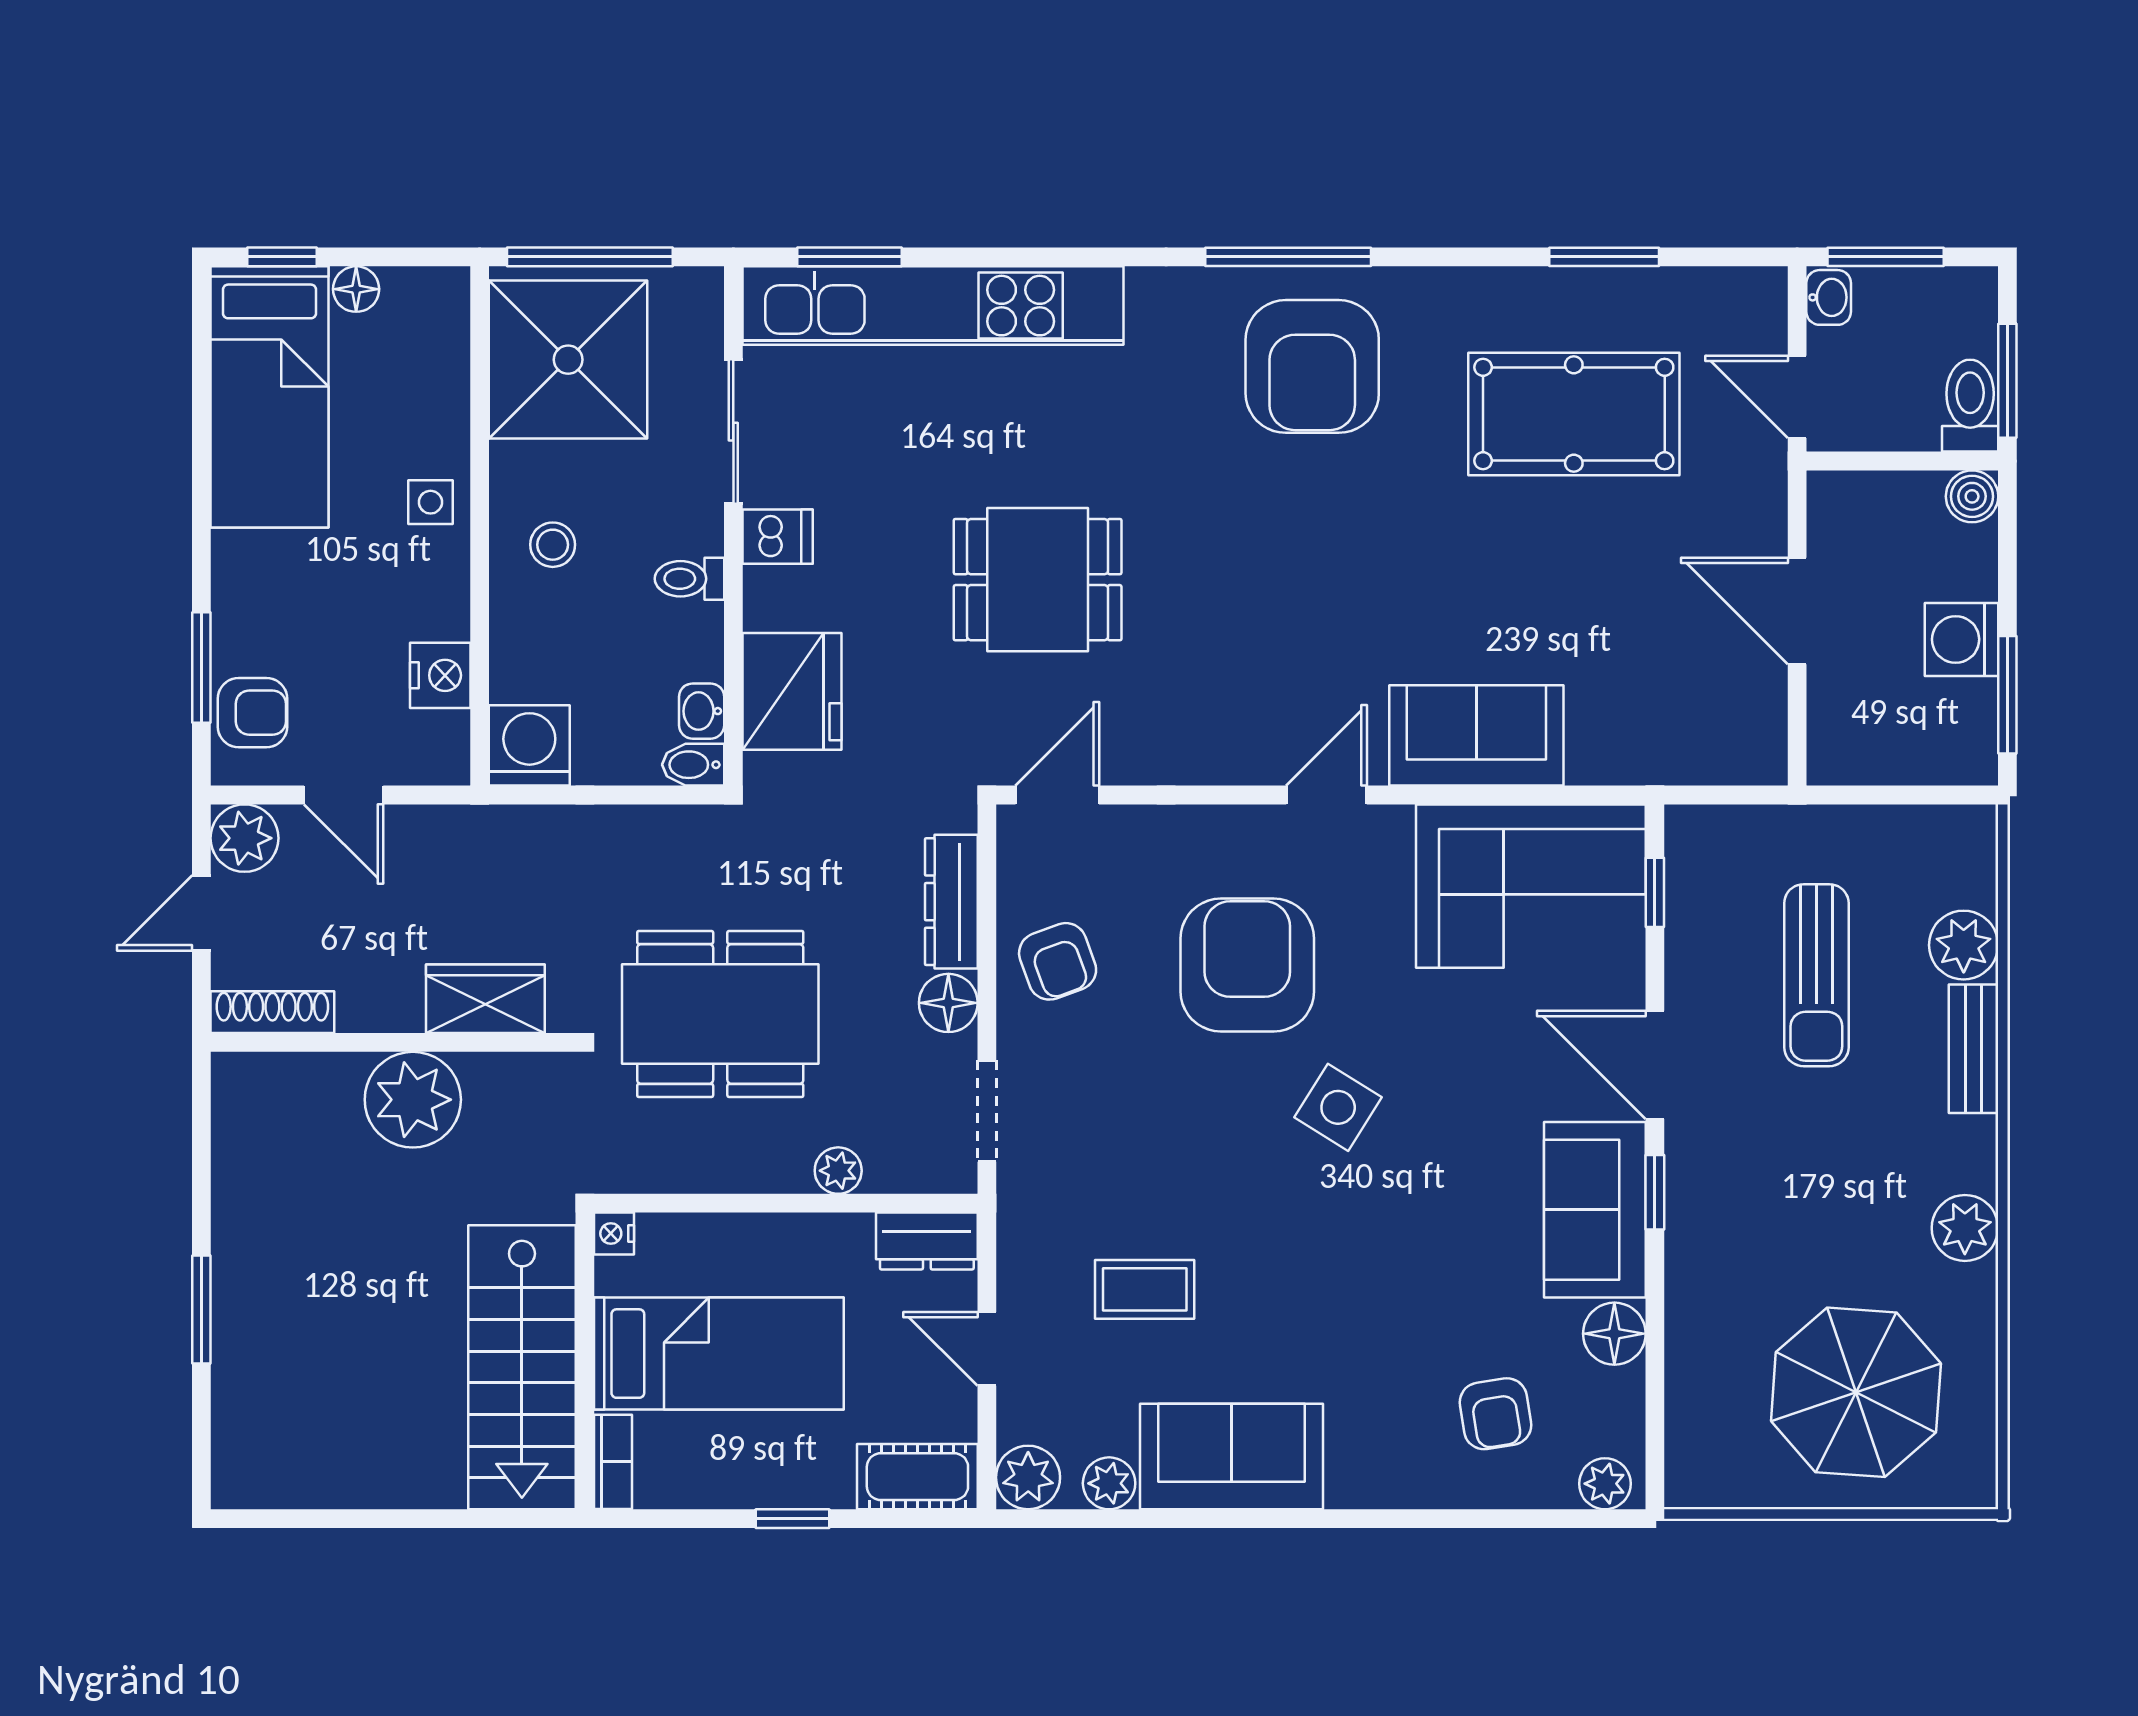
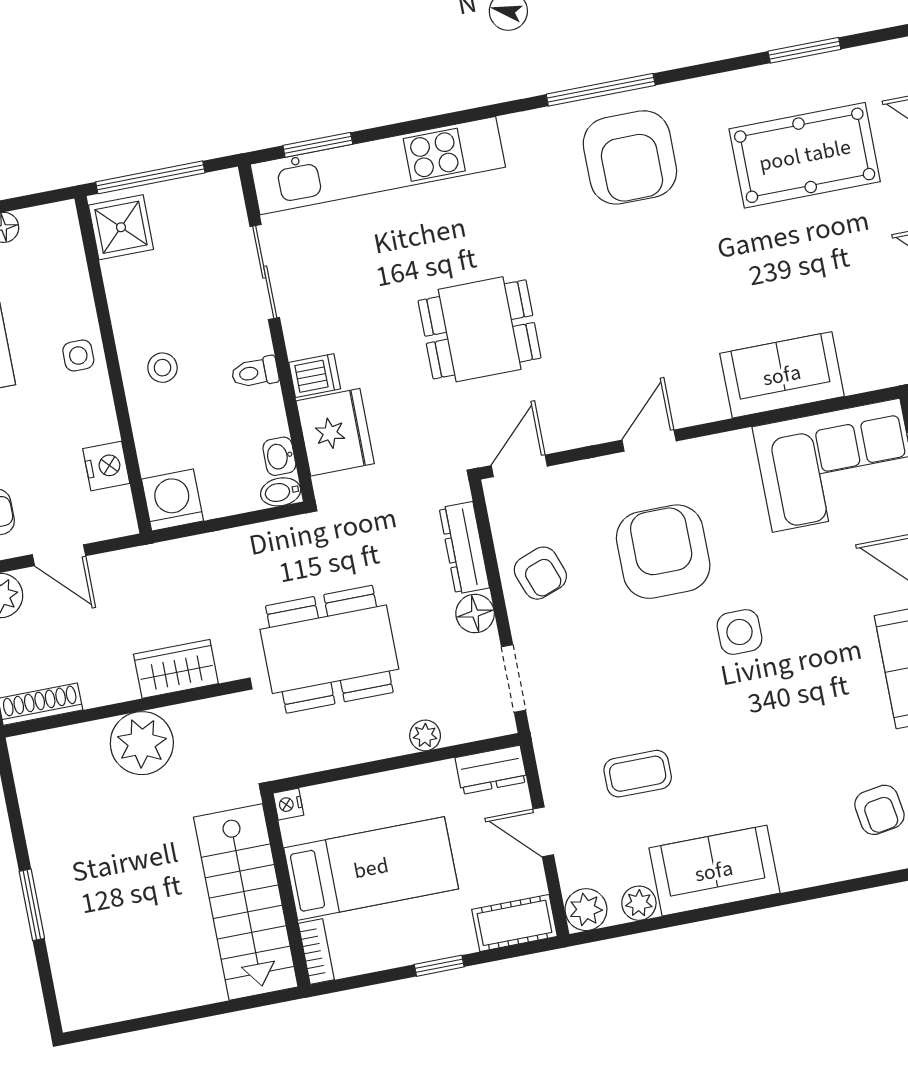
shower: (568, 360) -> (121, 227), width x0.54, depth x0.54
dishwasher: (778, 537) -> (315, 376), moved
door: (1326, 795) -> (649, 441), moved
side table: (1338, 1107) -> (739, 632), turned -32

